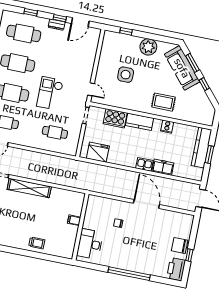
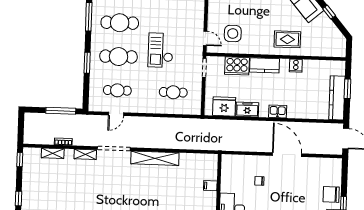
side table: (126, 75) -> (233, 34), moved
kitchen counter: (201, 148) -> (337, 98), moved
freezer: (163, 167) -> (247, 109), moved

